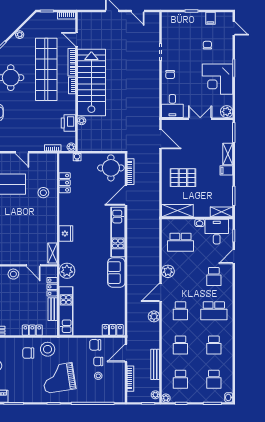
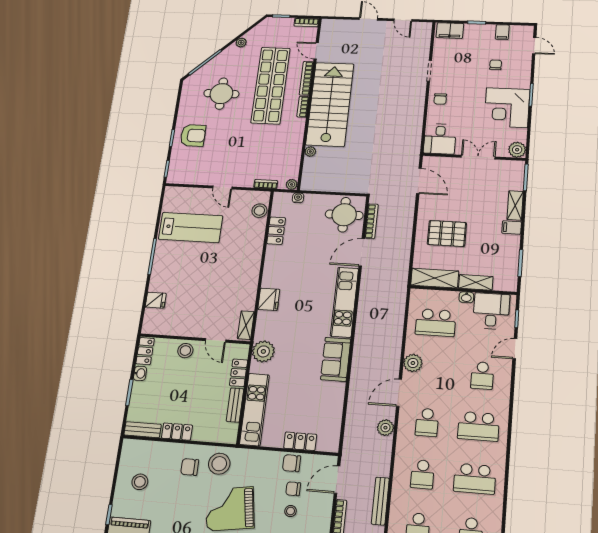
filing cabinet: (173, 18) -> (450, 31), added
printer: (68, 123) -> (292, 153), removed
stool: (43, 193) -> (259, 211), moved
shelving: (222, 212) -> (476, 282), moved
locker: (32, 330) -> (177, 432), moved
locker: (113, 330) -> (300, 441), moved
school desk: (214, 345) -> (475, 479), width x1.85

